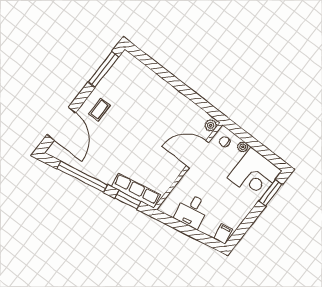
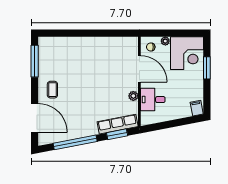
plant: (211, 125) -> (133, 96), moved
door: (198, 154) -> (139, 69), swing flipped
window: (271, 193) -> (207, 68), moved
desk: (192, 211) -> (153, 100), moved, turned 101

